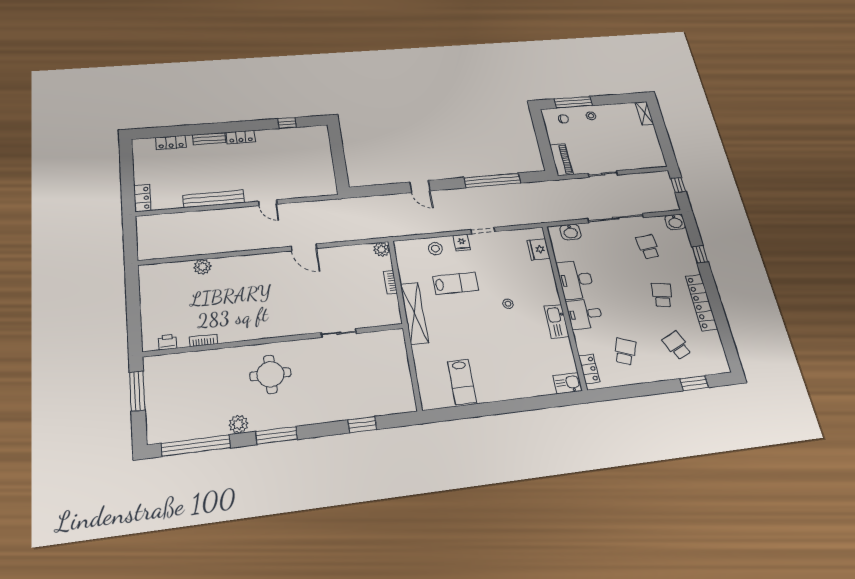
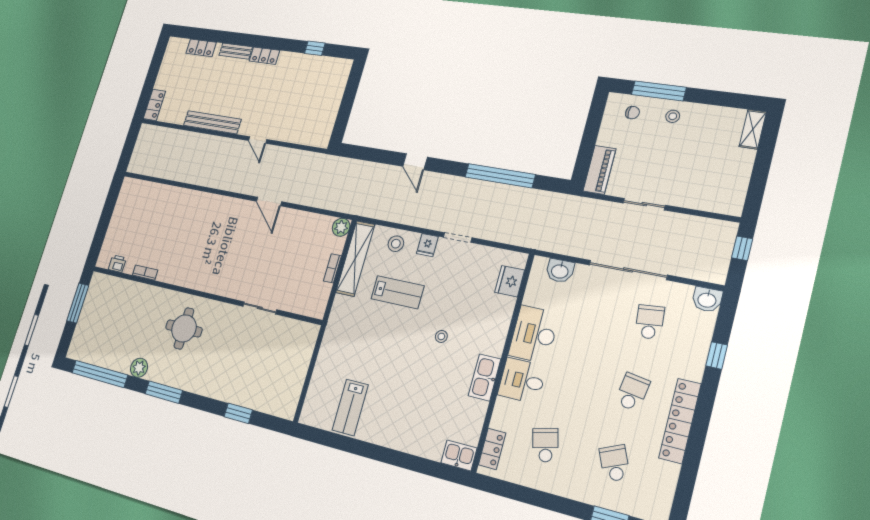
plant: (203, 267) -> (174, 195), removed
shelving: (414, 313) -> (355, 258), moved
school desk: (625, 352) -> (545, 445), turned -36

